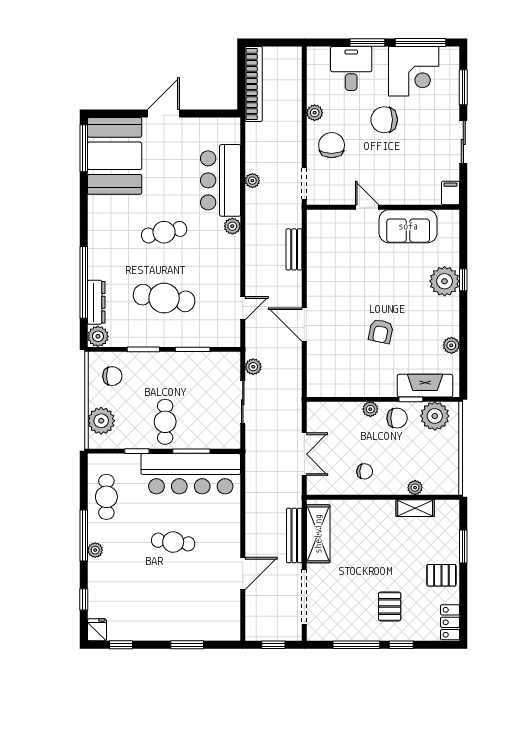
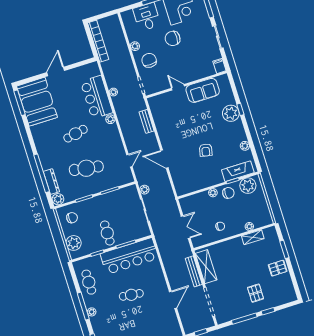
locker: (450, 622) -> (290, 291), removed

